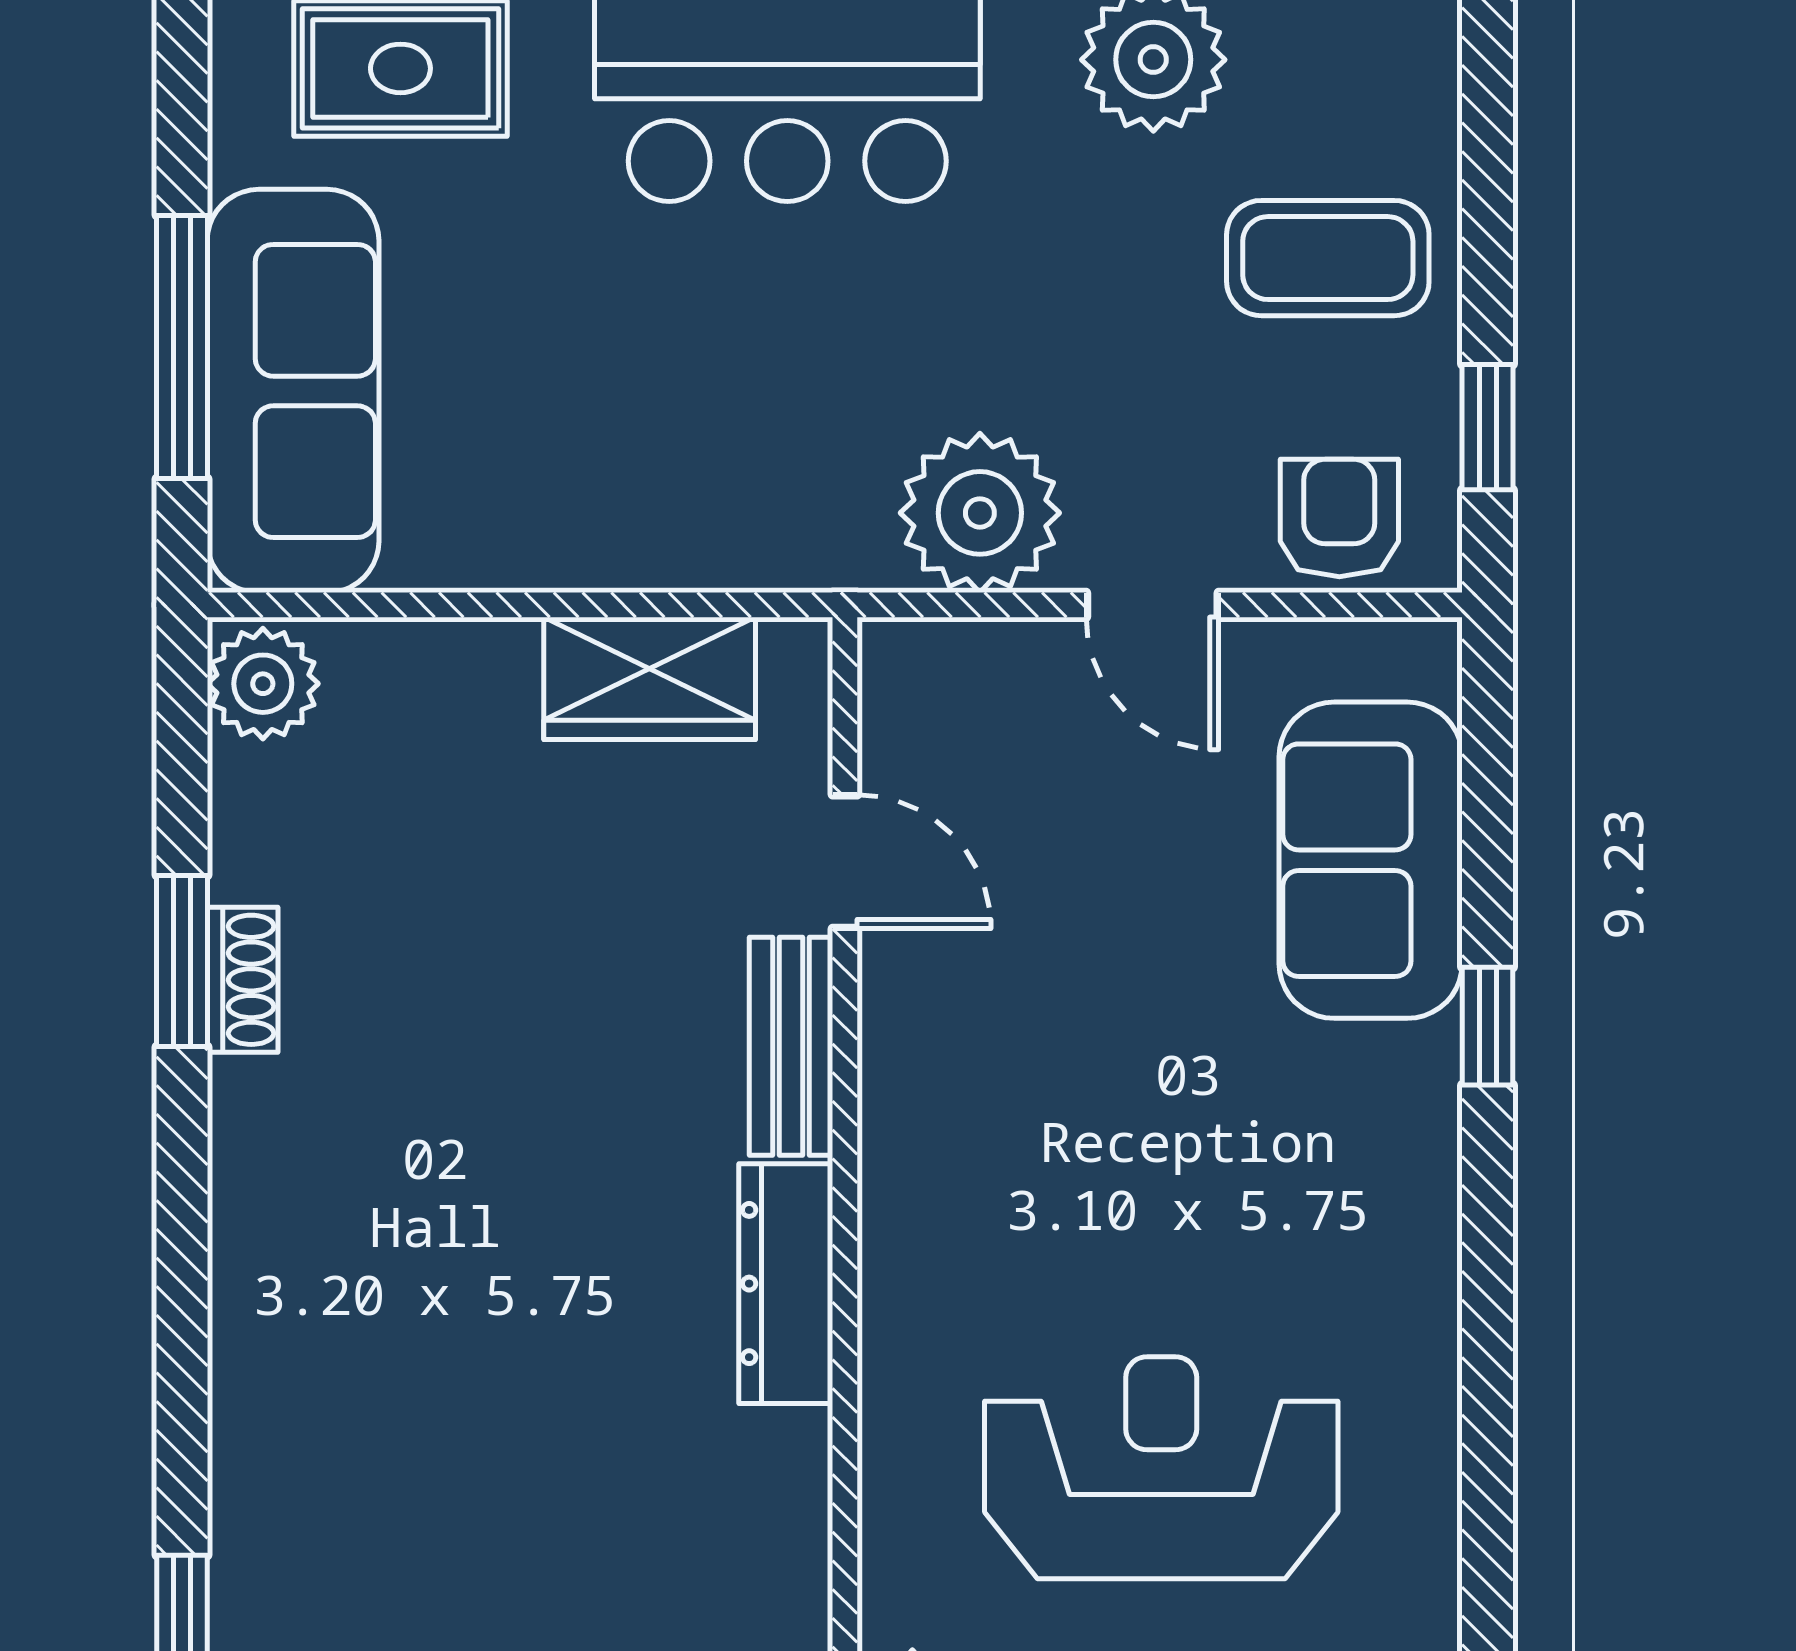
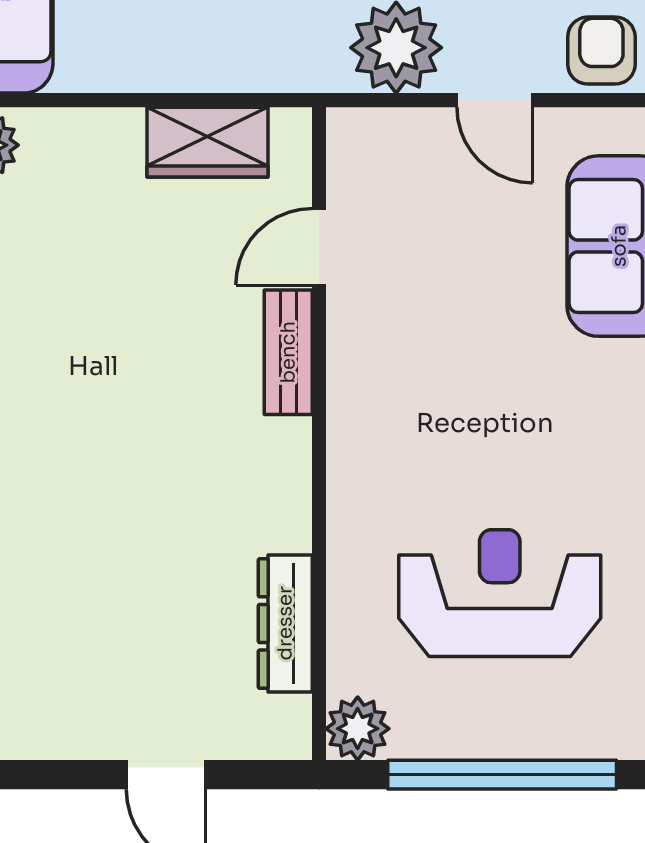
door: (845, 862) -> (319, 247), swing flipped
dresser: (786, 1284) -> (285, 623), moved

